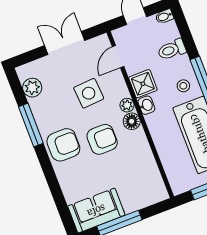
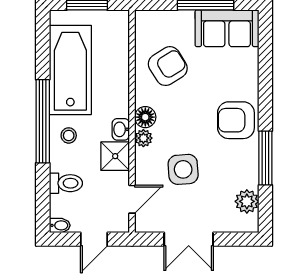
armchair: (102, 139) -> (168, 66), moved, turned 148

